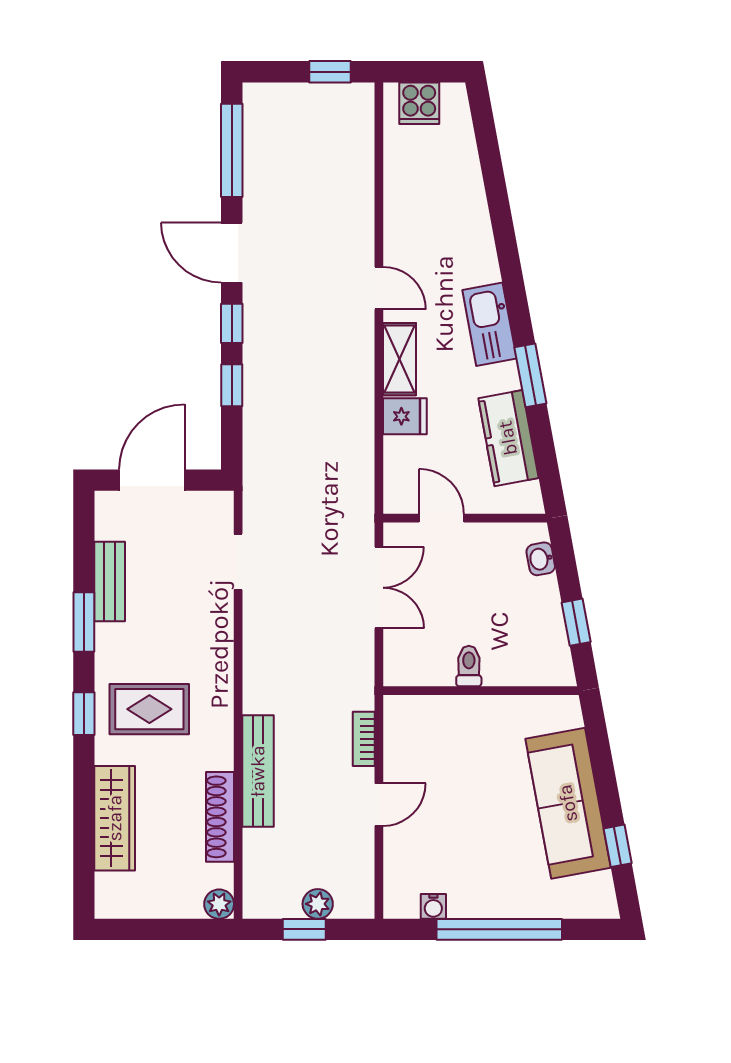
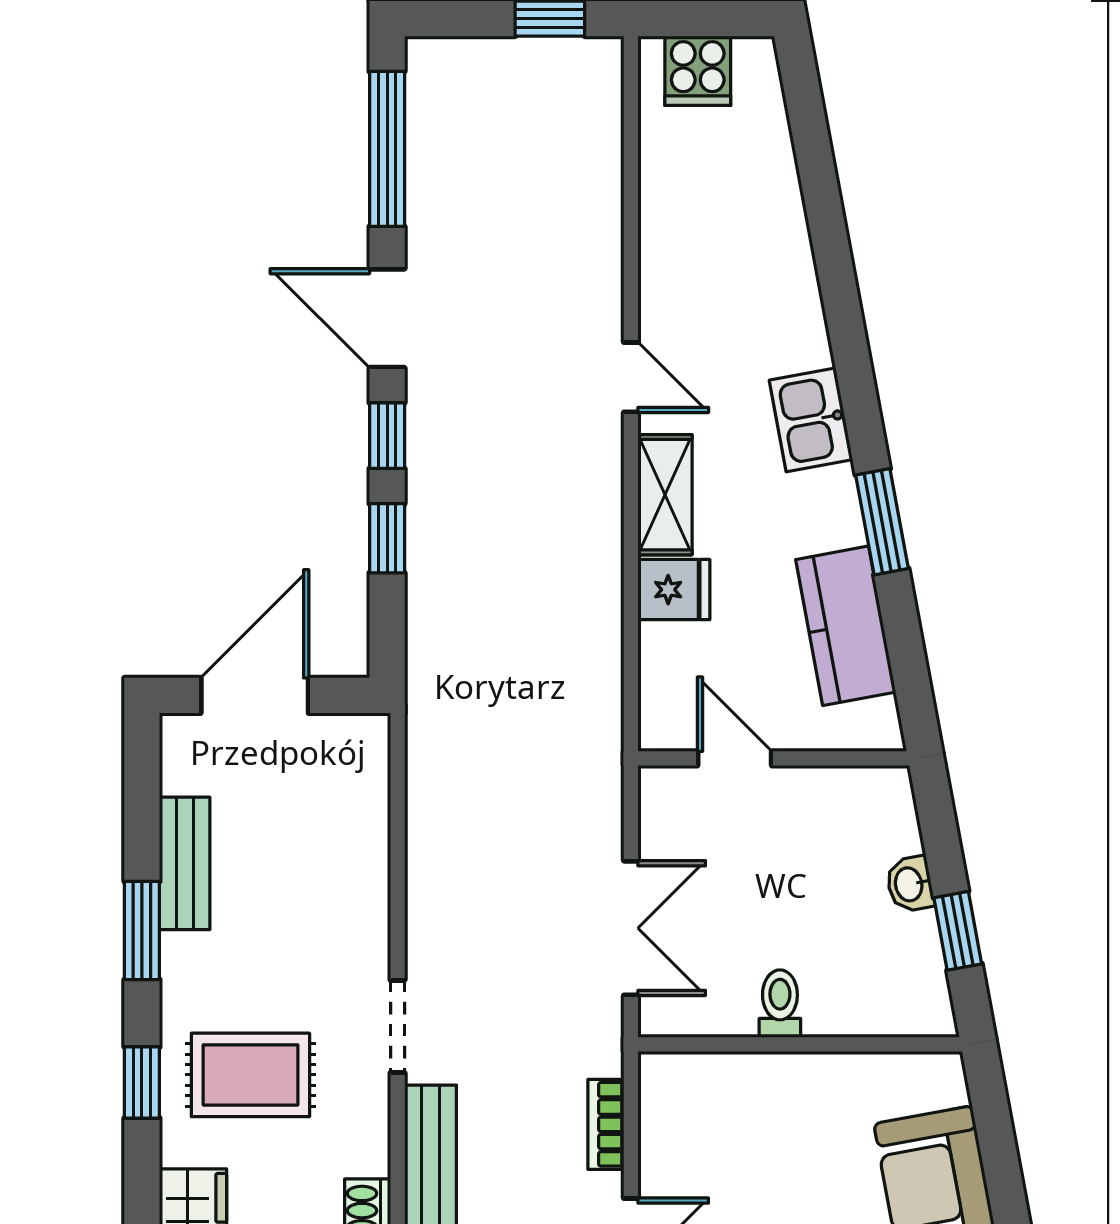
kitchen sink: (489, 324) -> (811, 420), width x0.73
washbasin: (541, 559) -> (910, 884), moved
doorway: (238, 562) -> (398, 1026), moved
double door: (379, 588) -> (631, 928), moved

